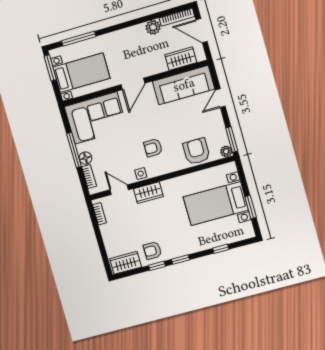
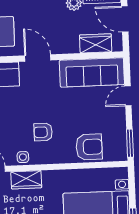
door: (133, 84) -> (38, 58), swing flipped
armchair: (196, 151) -> (89, 147), turned 90
plant: (226, 151) -> (121, 155), removed

